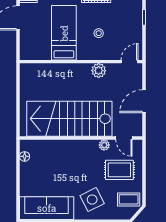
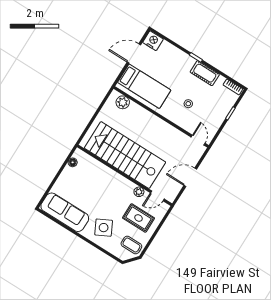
bed: (64, 33) -> (144, 86), moved, turned 90
door: (129, 62) -> (198, 140), hinge flipped
plant: (99, 71) -> (123, 102), moved
door: (124, 138) -> (157, 196), hinge flipped

